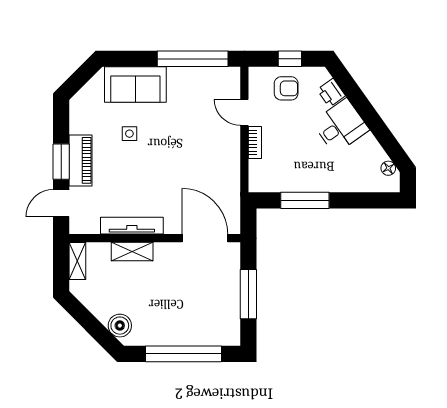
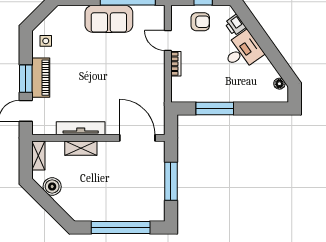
sofa: (135, 85) -> (109, 19), moved
side table: (129, 134) -> (46, 41), moved
boiler: (120, 326) -> (52, 187), moved

